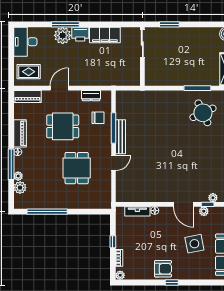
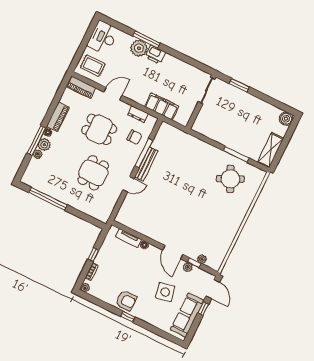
filing cabinet: (105, 35) -> (162, 106), moved, turned 180
plant: (20, 188) -> (44, 145), moved

